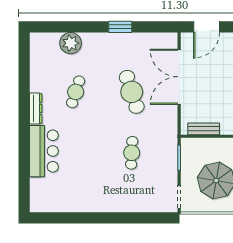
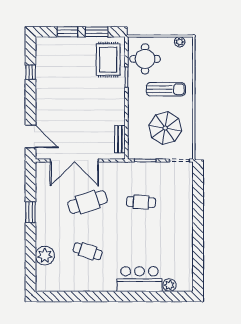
dresser: (36, 109) -> (102, 286), removed
plant: (37, 185) -> (169, 285), added

